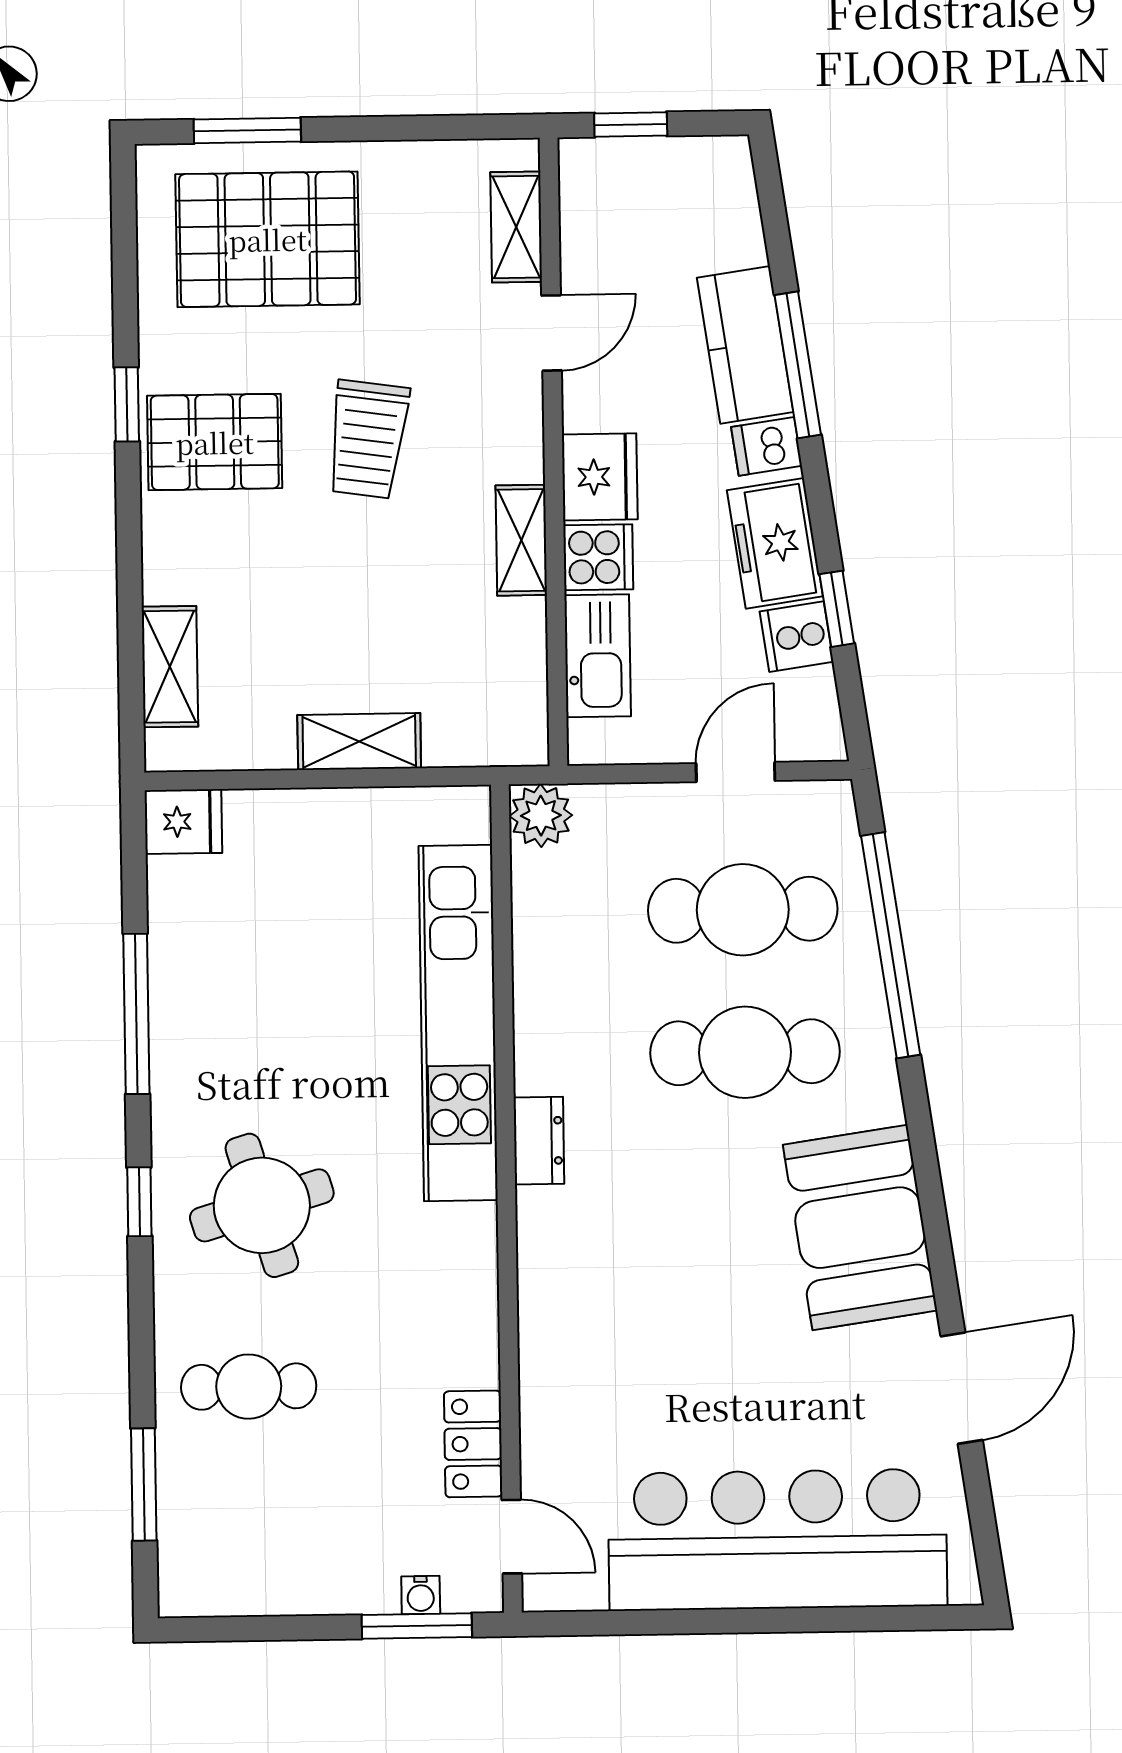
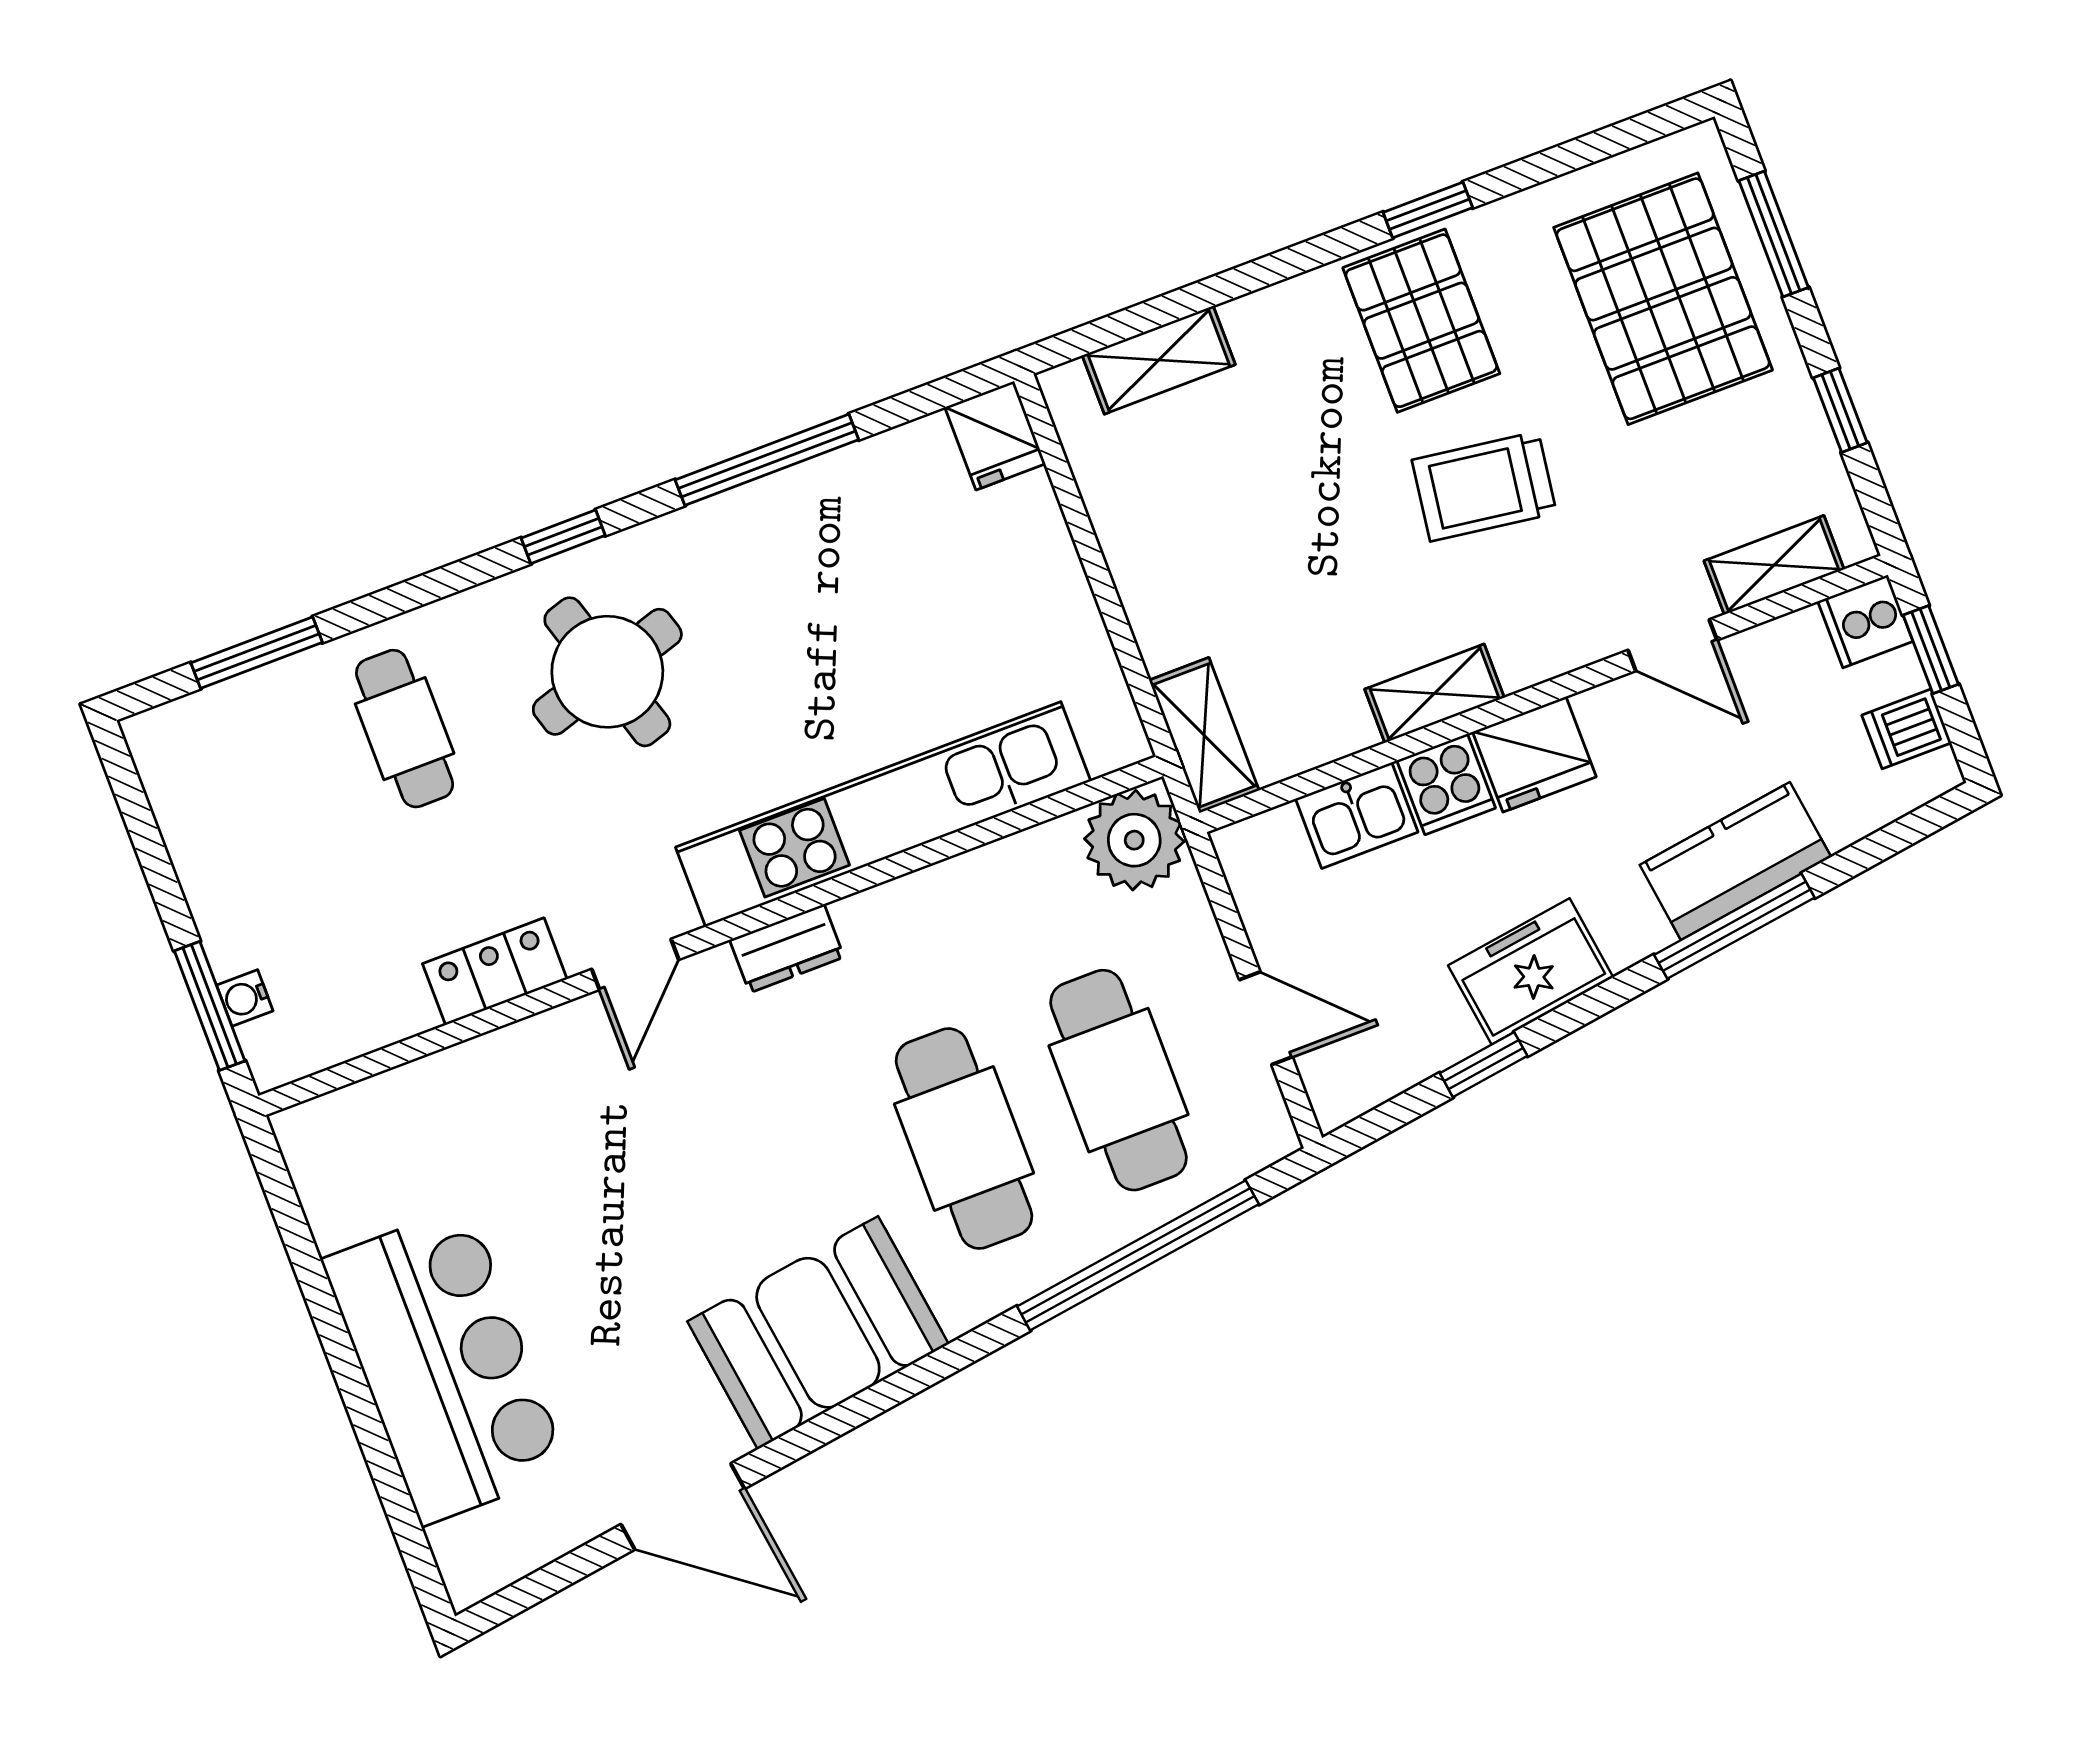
window: (410, 128) -> (1840, 410), added
dishwasher: (767, 446) -> (1907, 729), moved, turned -82
cooker: (797, 637) -> (1865, 621), moved, turned -82
kitchen sink: (598, 656) -> (1357, 815), width x0.73
shelving: (359, 742) -> (1204, 735), moved
plant: (541, 816) -> (1134, 840), width x1.36, depth x1.36
locker: (473, 1444) -> (495, 971), moved
door: (512, 1537) -> (635, 964), moved
bar counter: (777, 1540) -> (445, 1365), width x0.73

